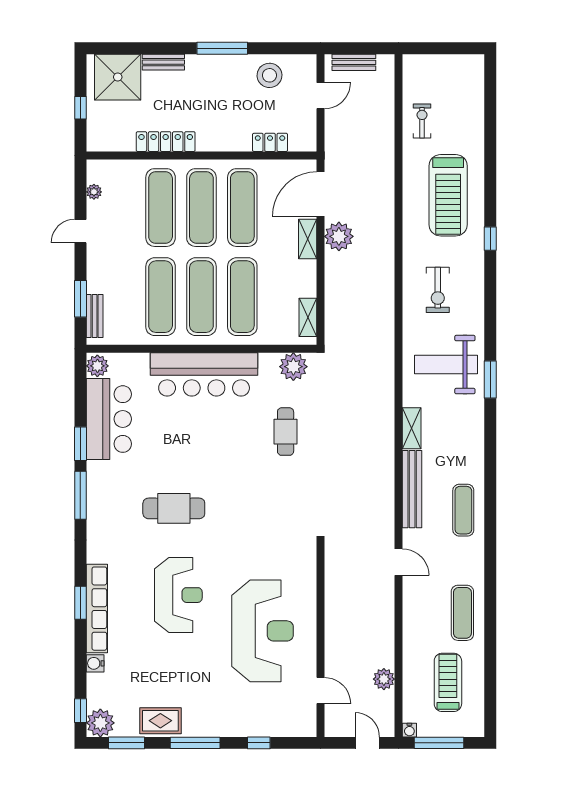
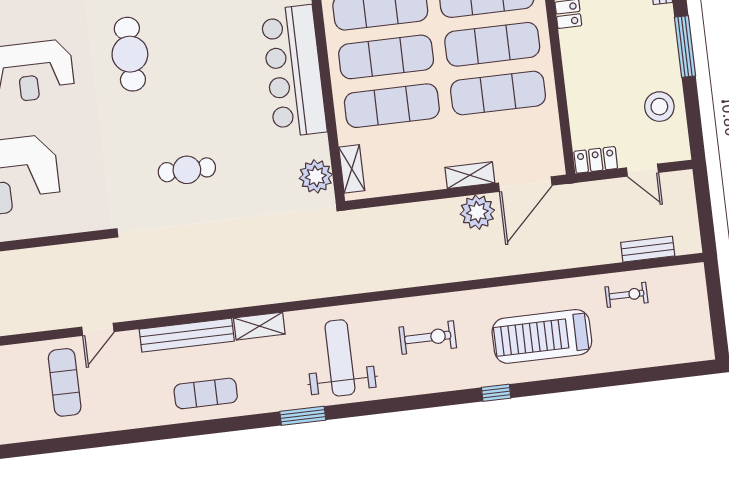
bench: (354, 62) -> (648, 249), moved, turned 90
locker: (270, 142) -> (596, 160), moved, turned -90
door: (320, 194) -> (525, 184), swing flipped
exercise bike: (438, 290) -> (428, 337), turned 180
shelving: (308, 317) -> (352, 169), moved, turned 90
window: (490, 379) -> (303, 416), moved
cafe table: (286, 432) -> (187, 170), moved
exercise mat: (463, 510) -> (206, 393), moved
exercise mat: (462, 613) -> (65, 382), moved, turned 90

